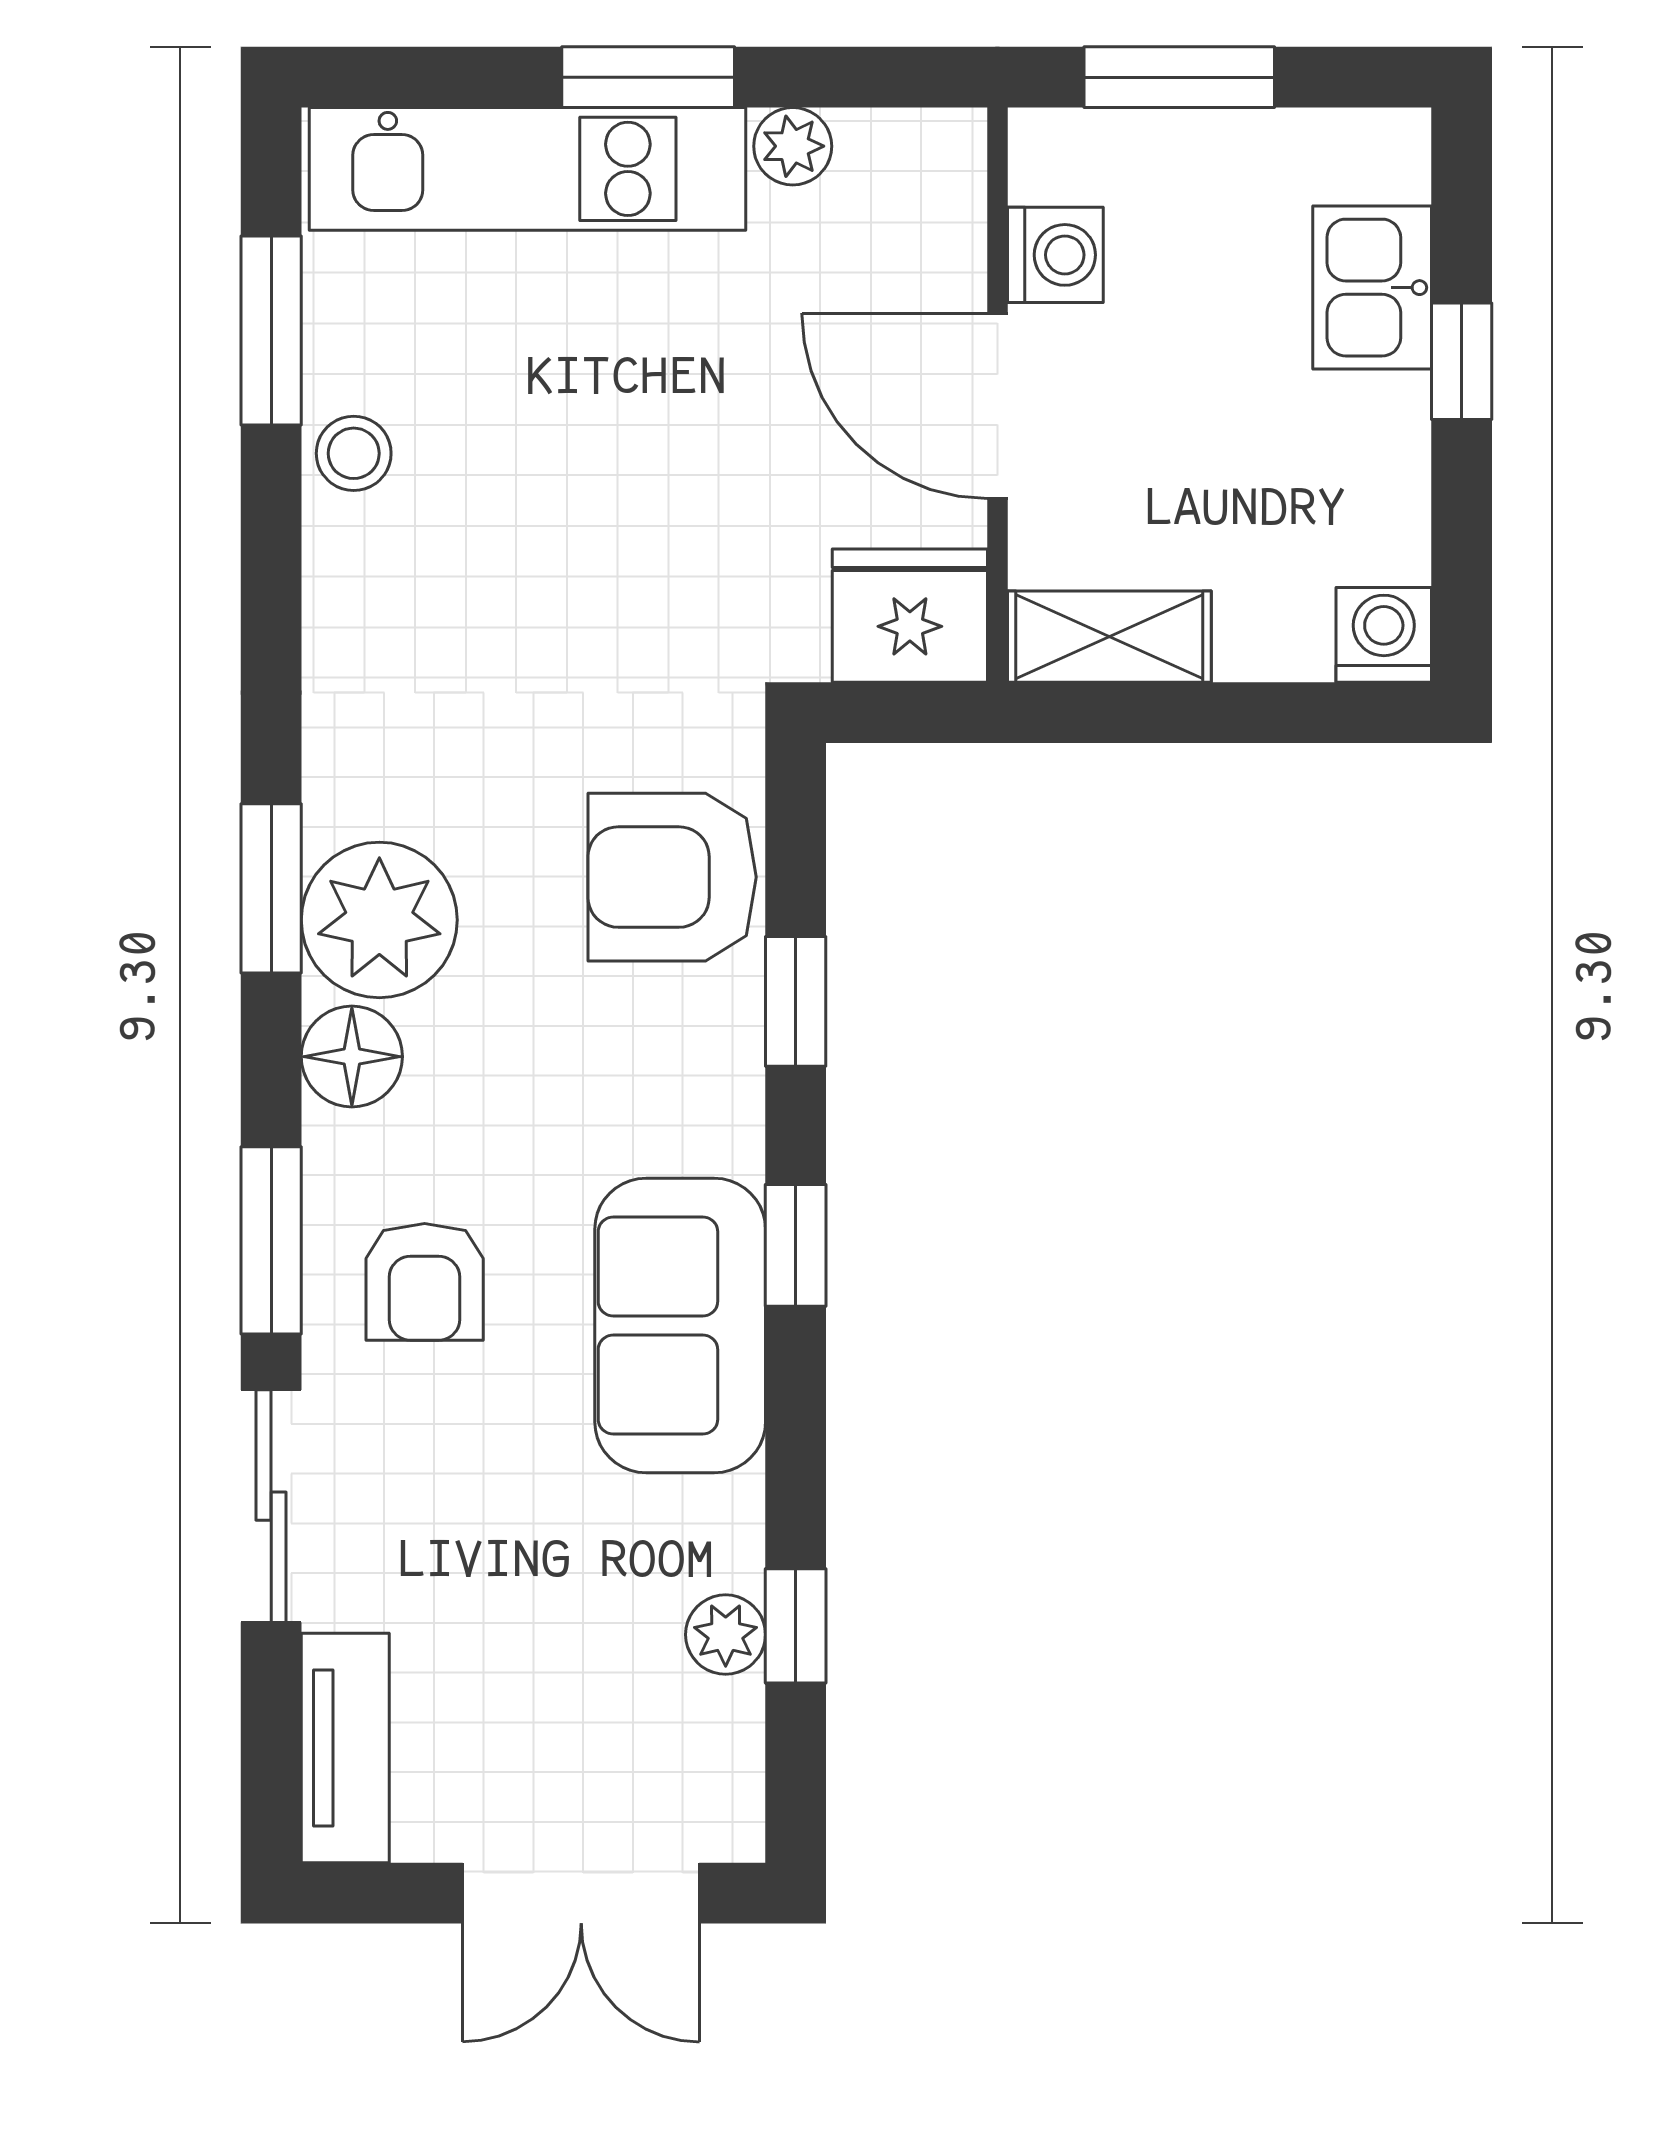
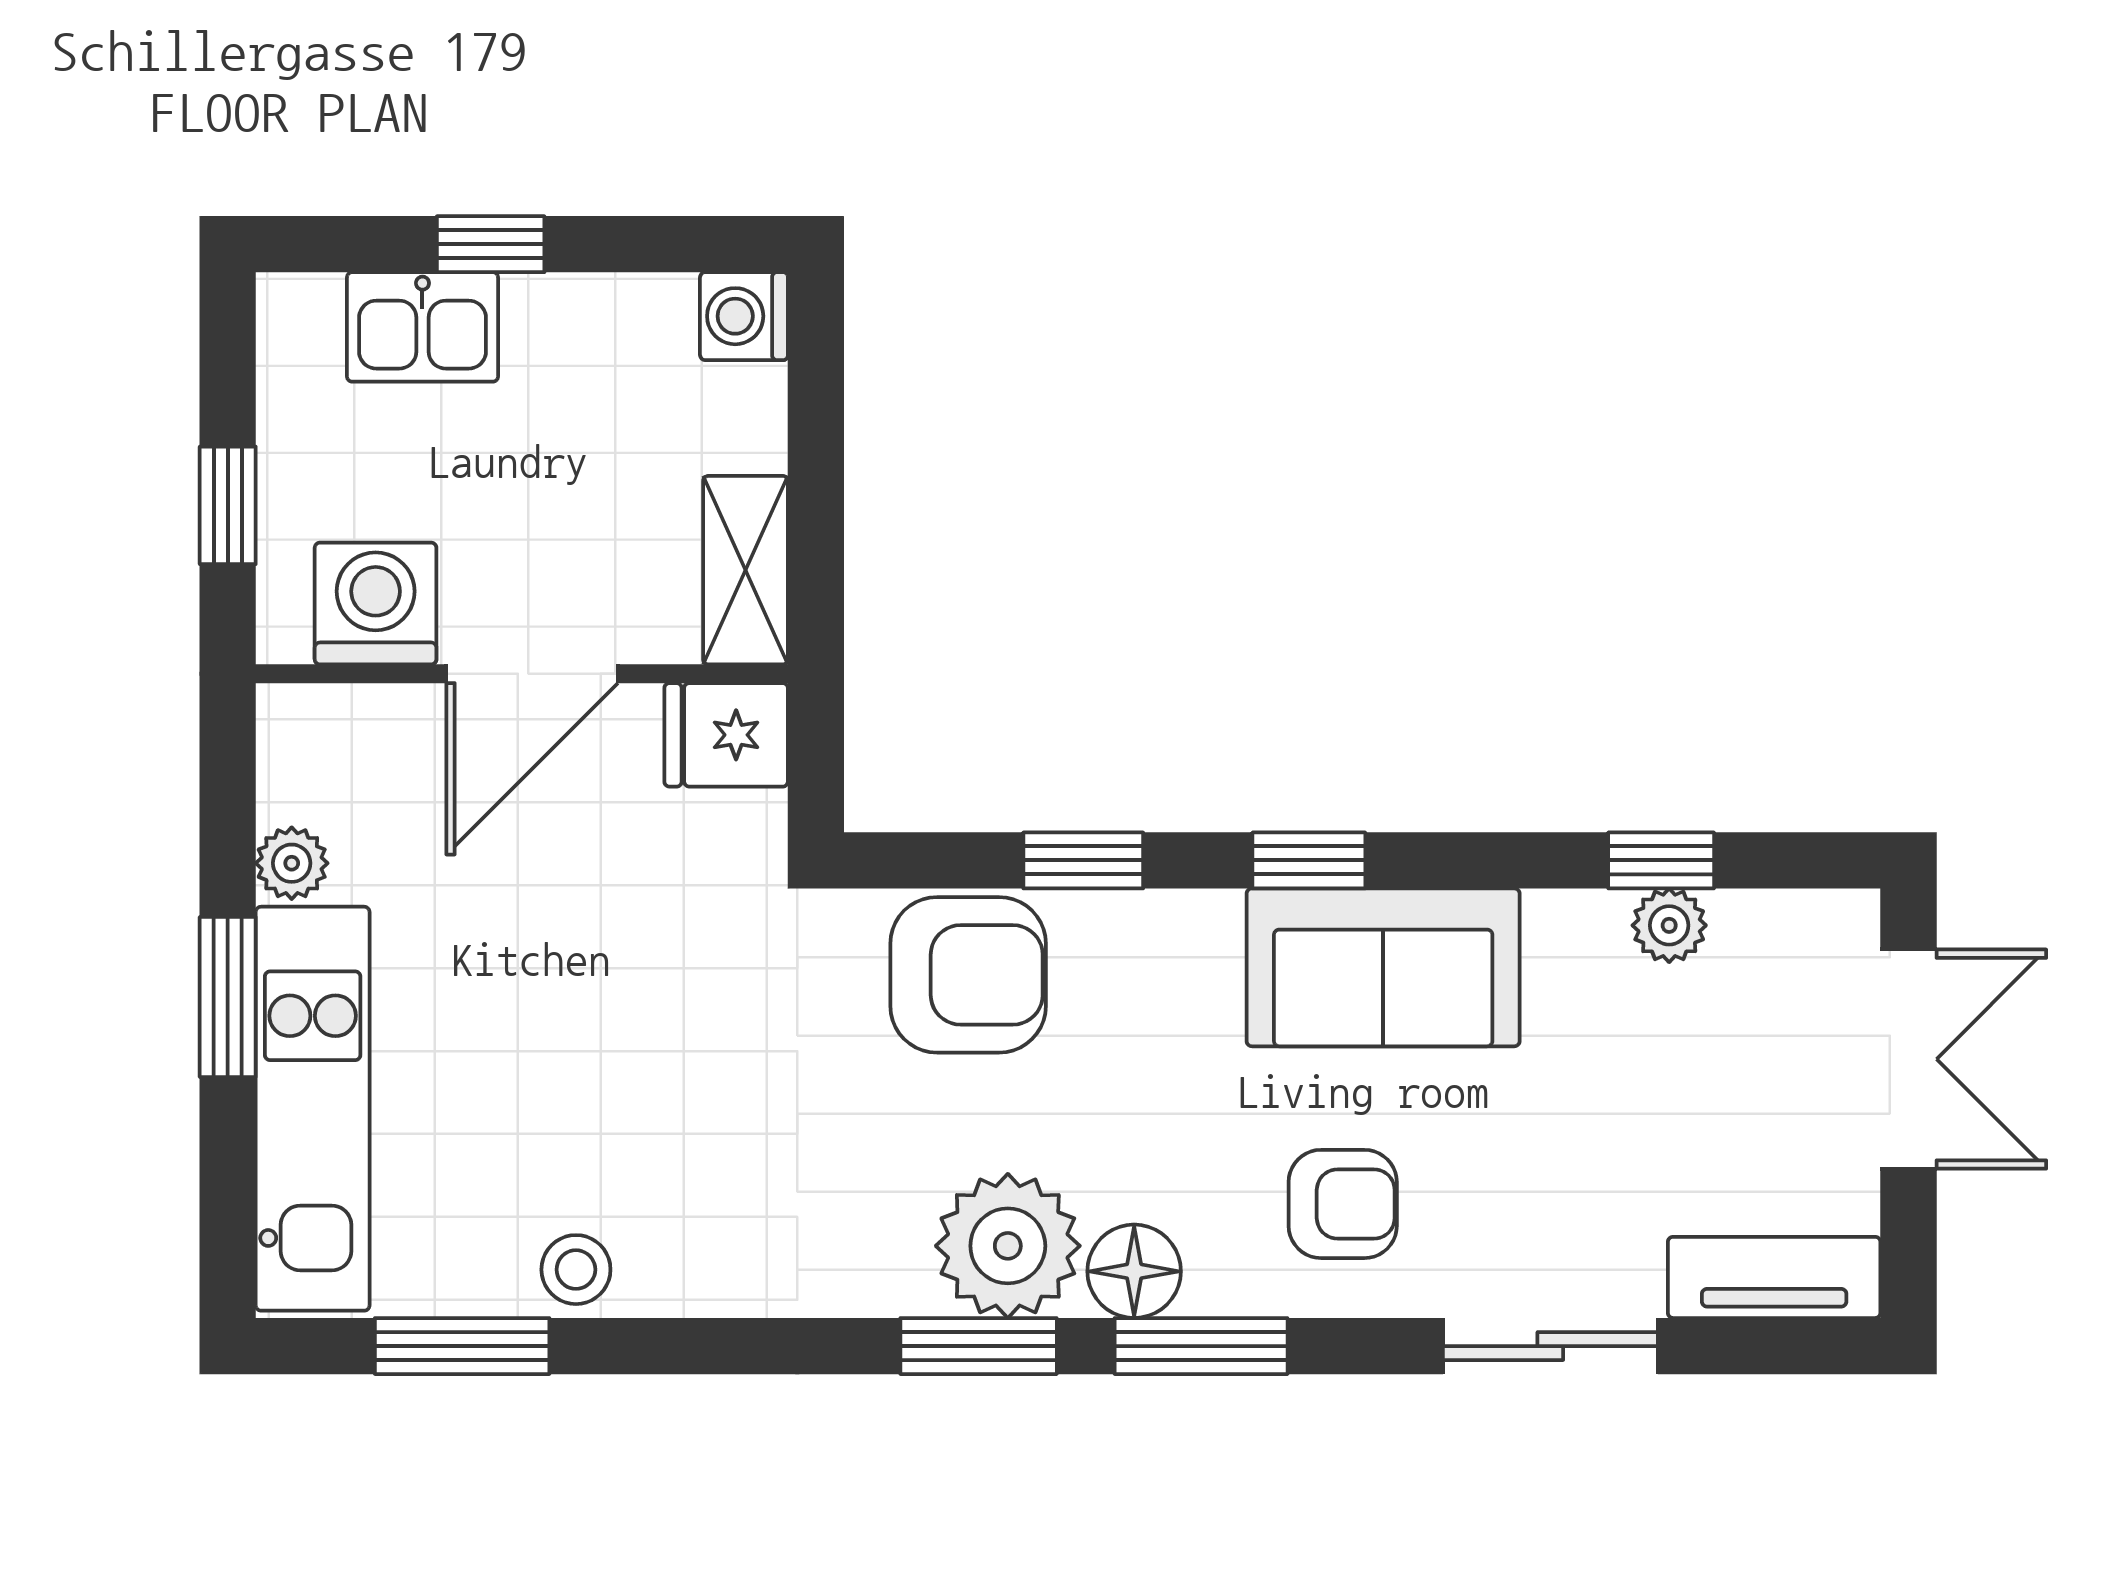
window: (1179, 77) -> (228, 505), width x0.67
washing machine: (1055, 255) -> (376, 603), width x1.38, depth x1.38
fridge: (910, 616) -> (726, 735), width x0.72
armchair: (672, 877) -> (968, 975), turned -90
window: (271, 1240) -> (1201, 1346), moved

